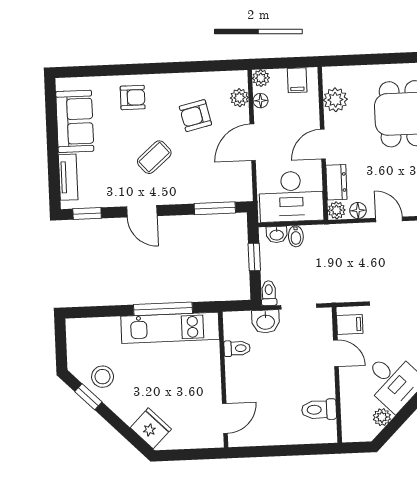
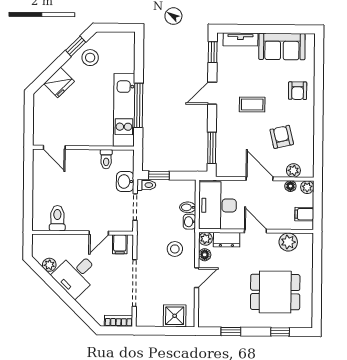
coffee table: (154, 157) -> (252, 105), turned -49
washbasin: (277, 235) -> (189, 222), moved
stool: (352, 251) -> (175, 249), added
window: (254, 257) -> (159, 175), moved
fridge: (151, 428) -> (59, 82), moved

